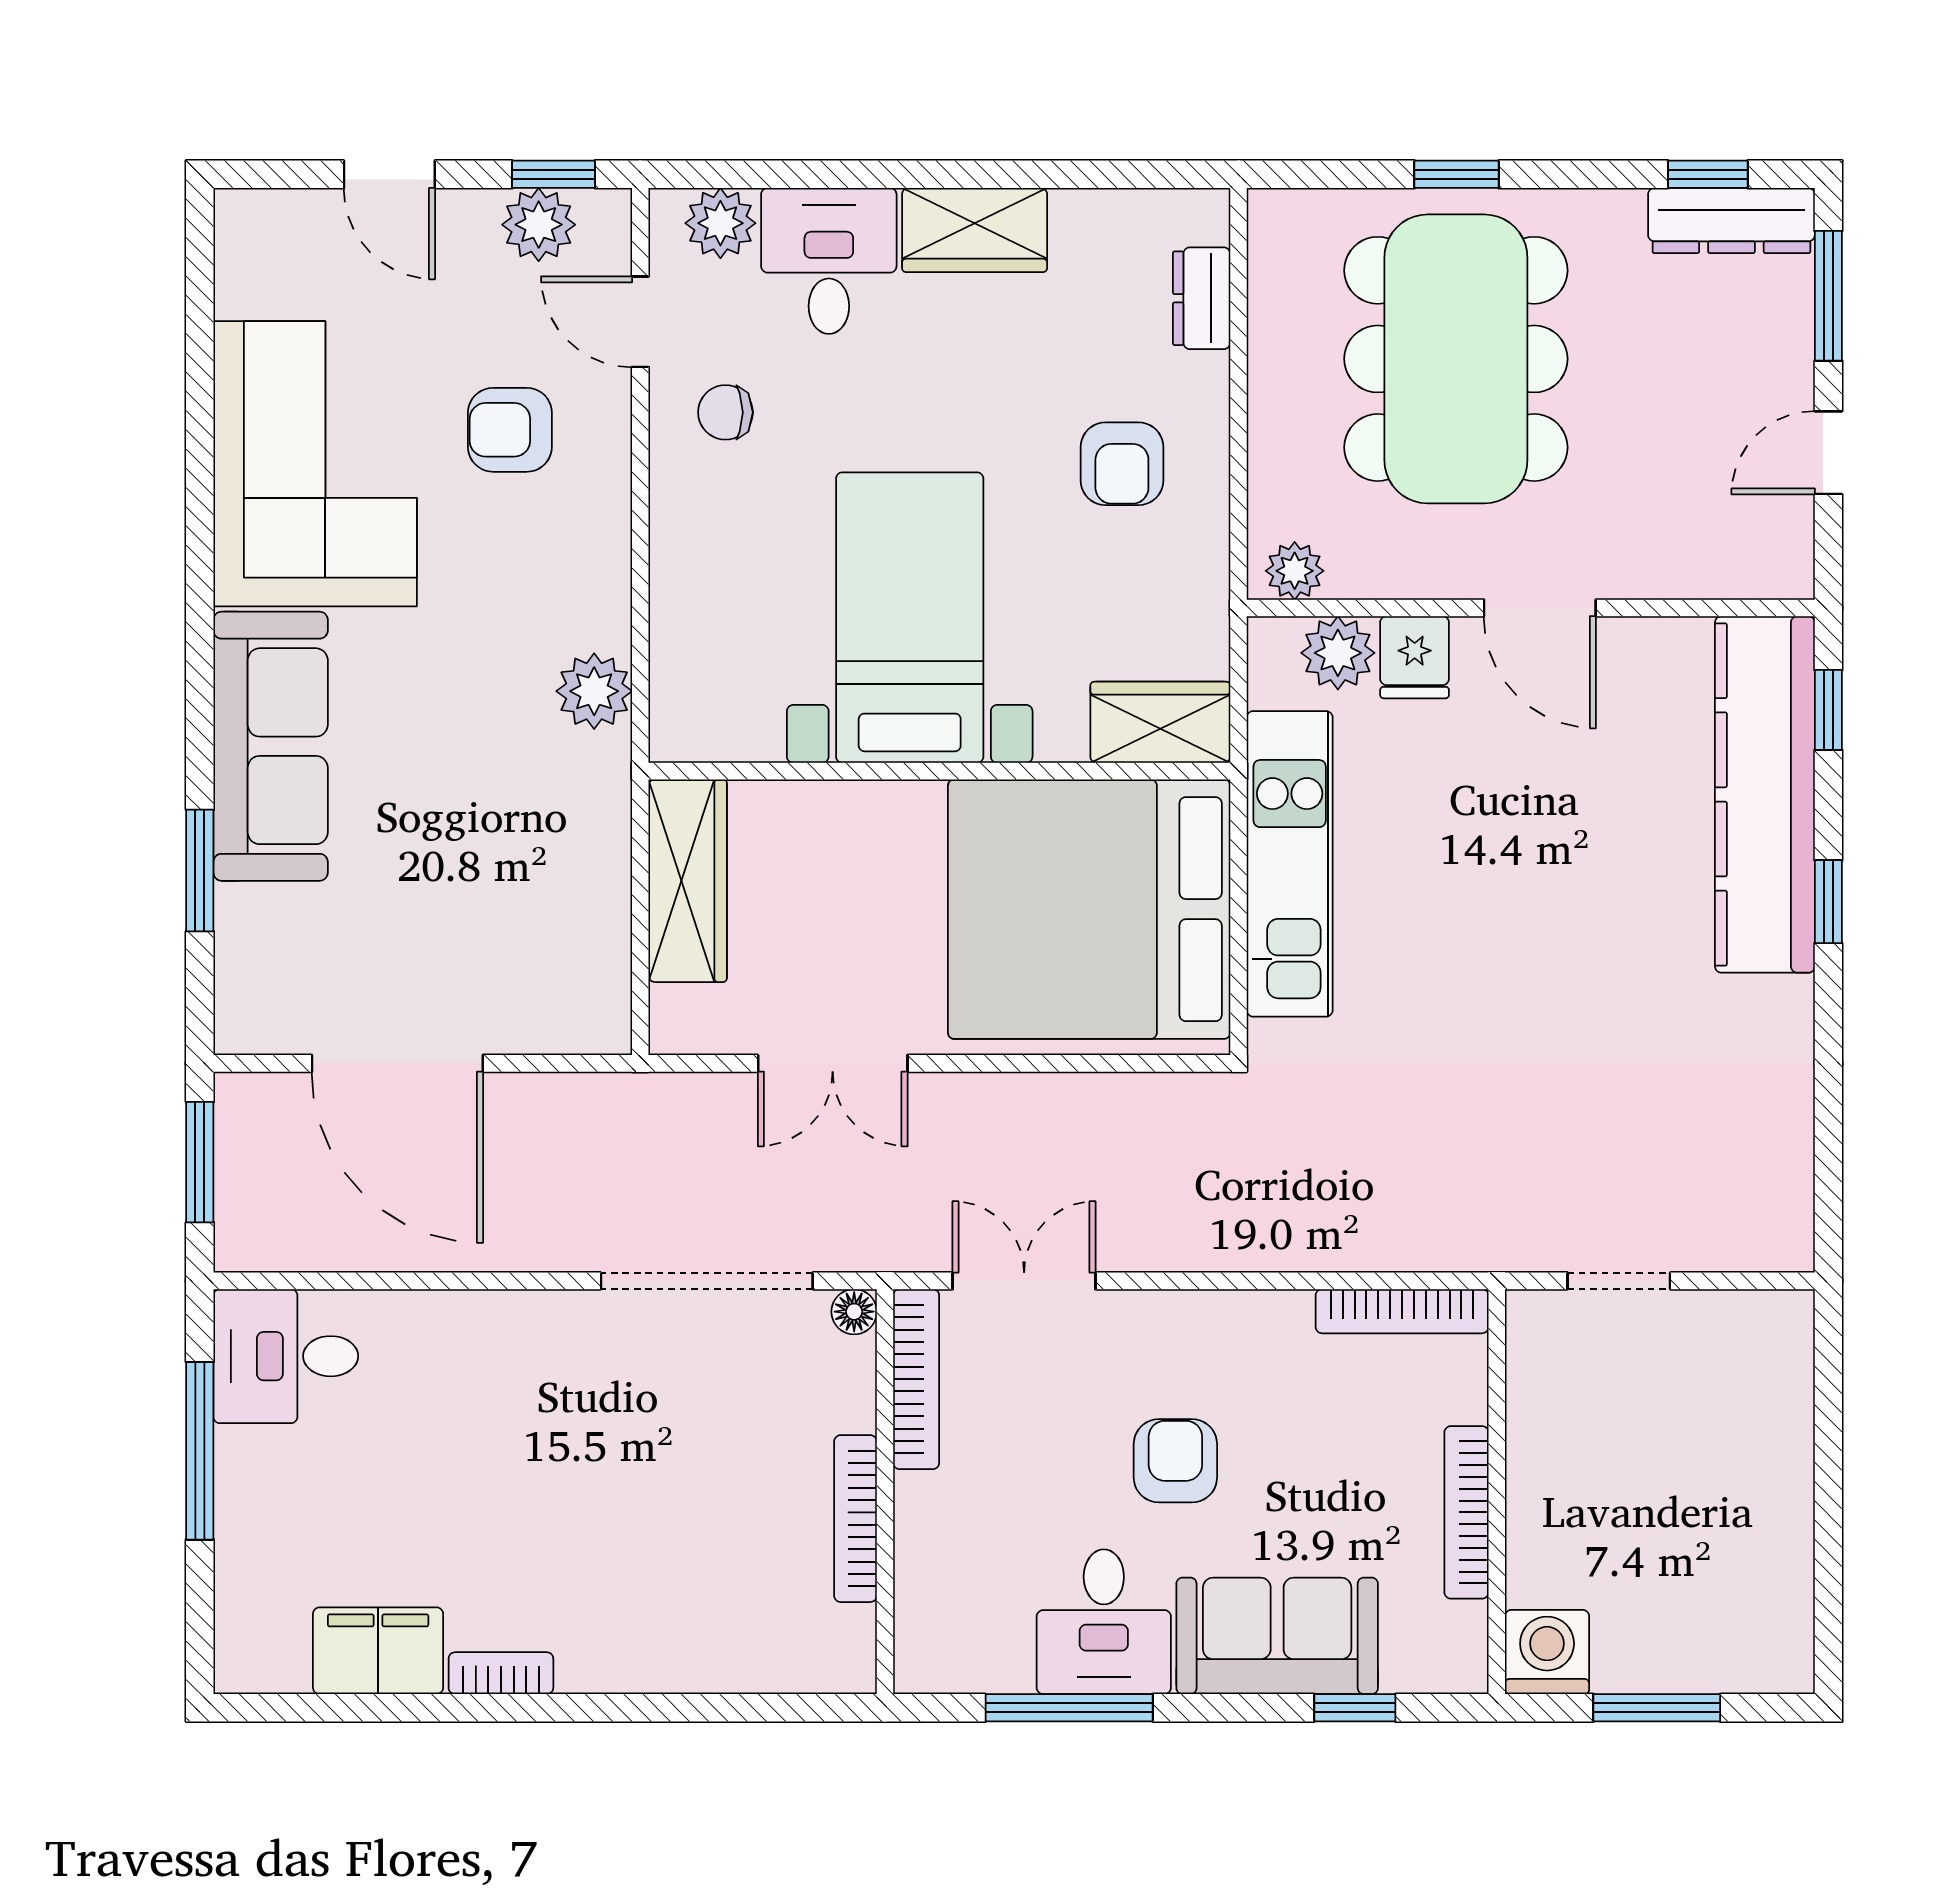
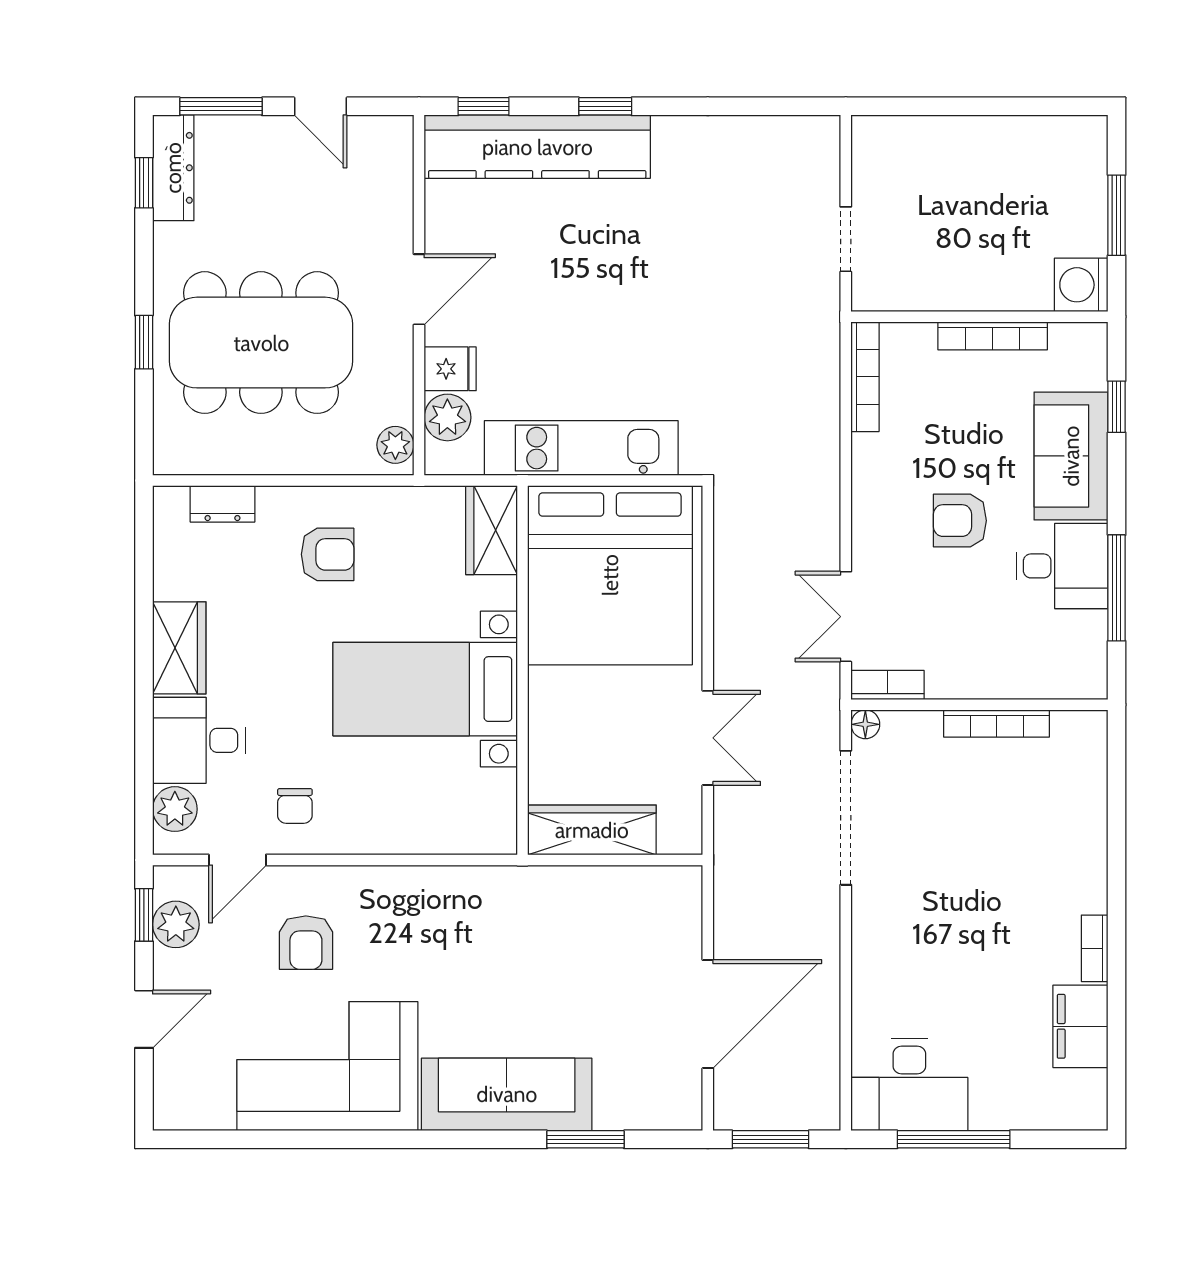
plant: (594, 691) -> (472, 889), removed
desk: (286, 1356) -> (909, 1085), width x1.37
bookcase: (916, 1379) -> (888, 685), width x0.64

